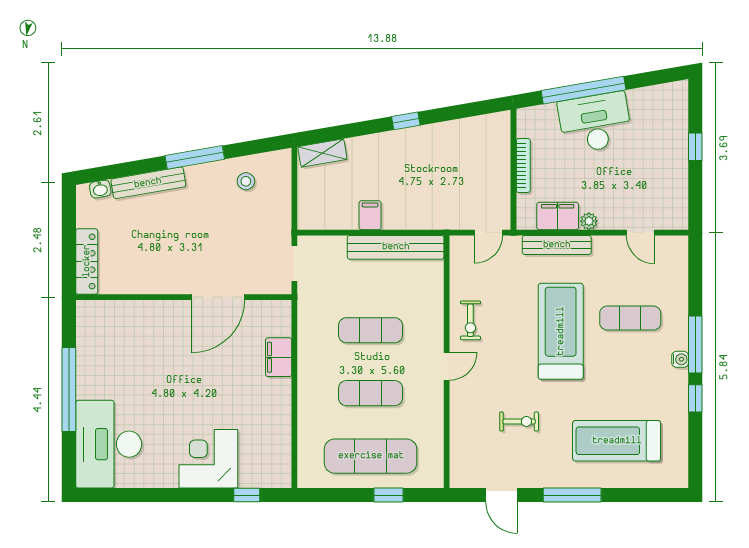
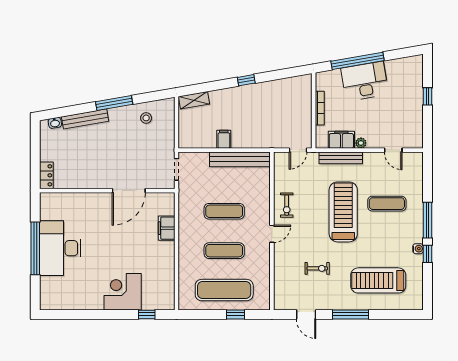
locker: (87, 261) -> (46, 175), width x0.66
water cooler: (680, 359) -> (418, 249), moved
desk: (109, 444) -> (60, 248), moved

